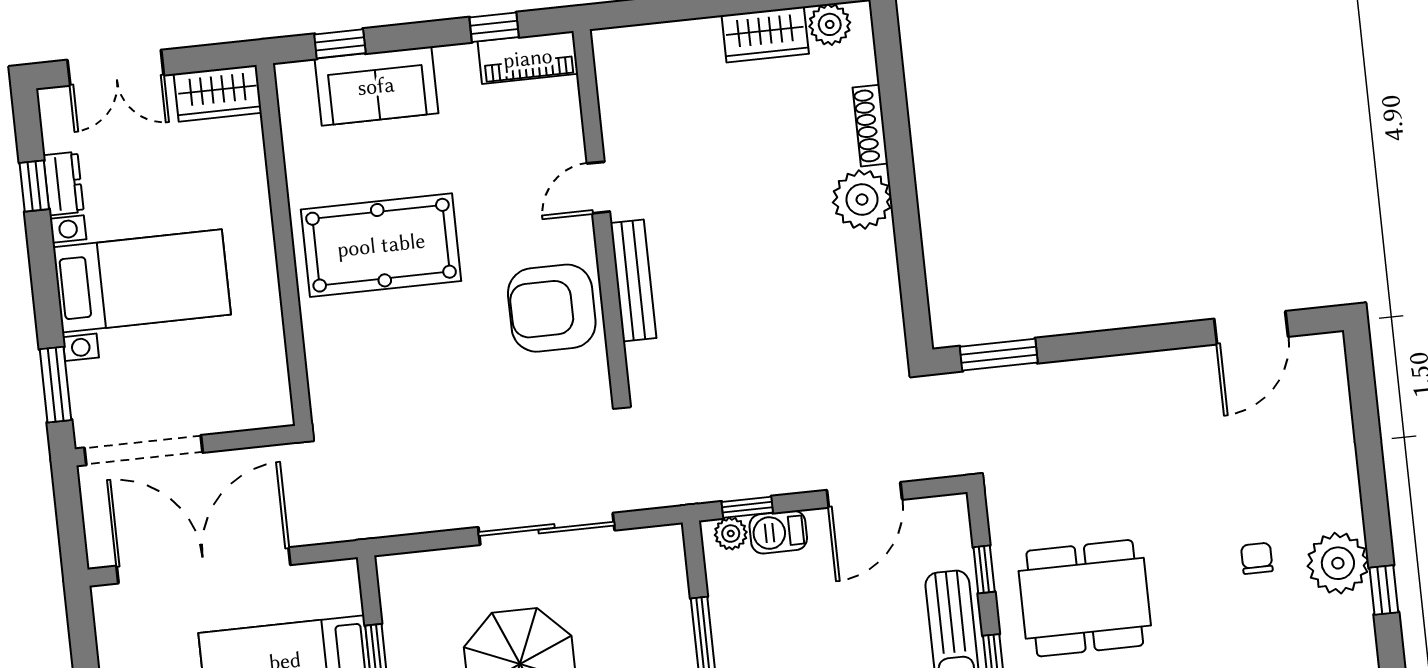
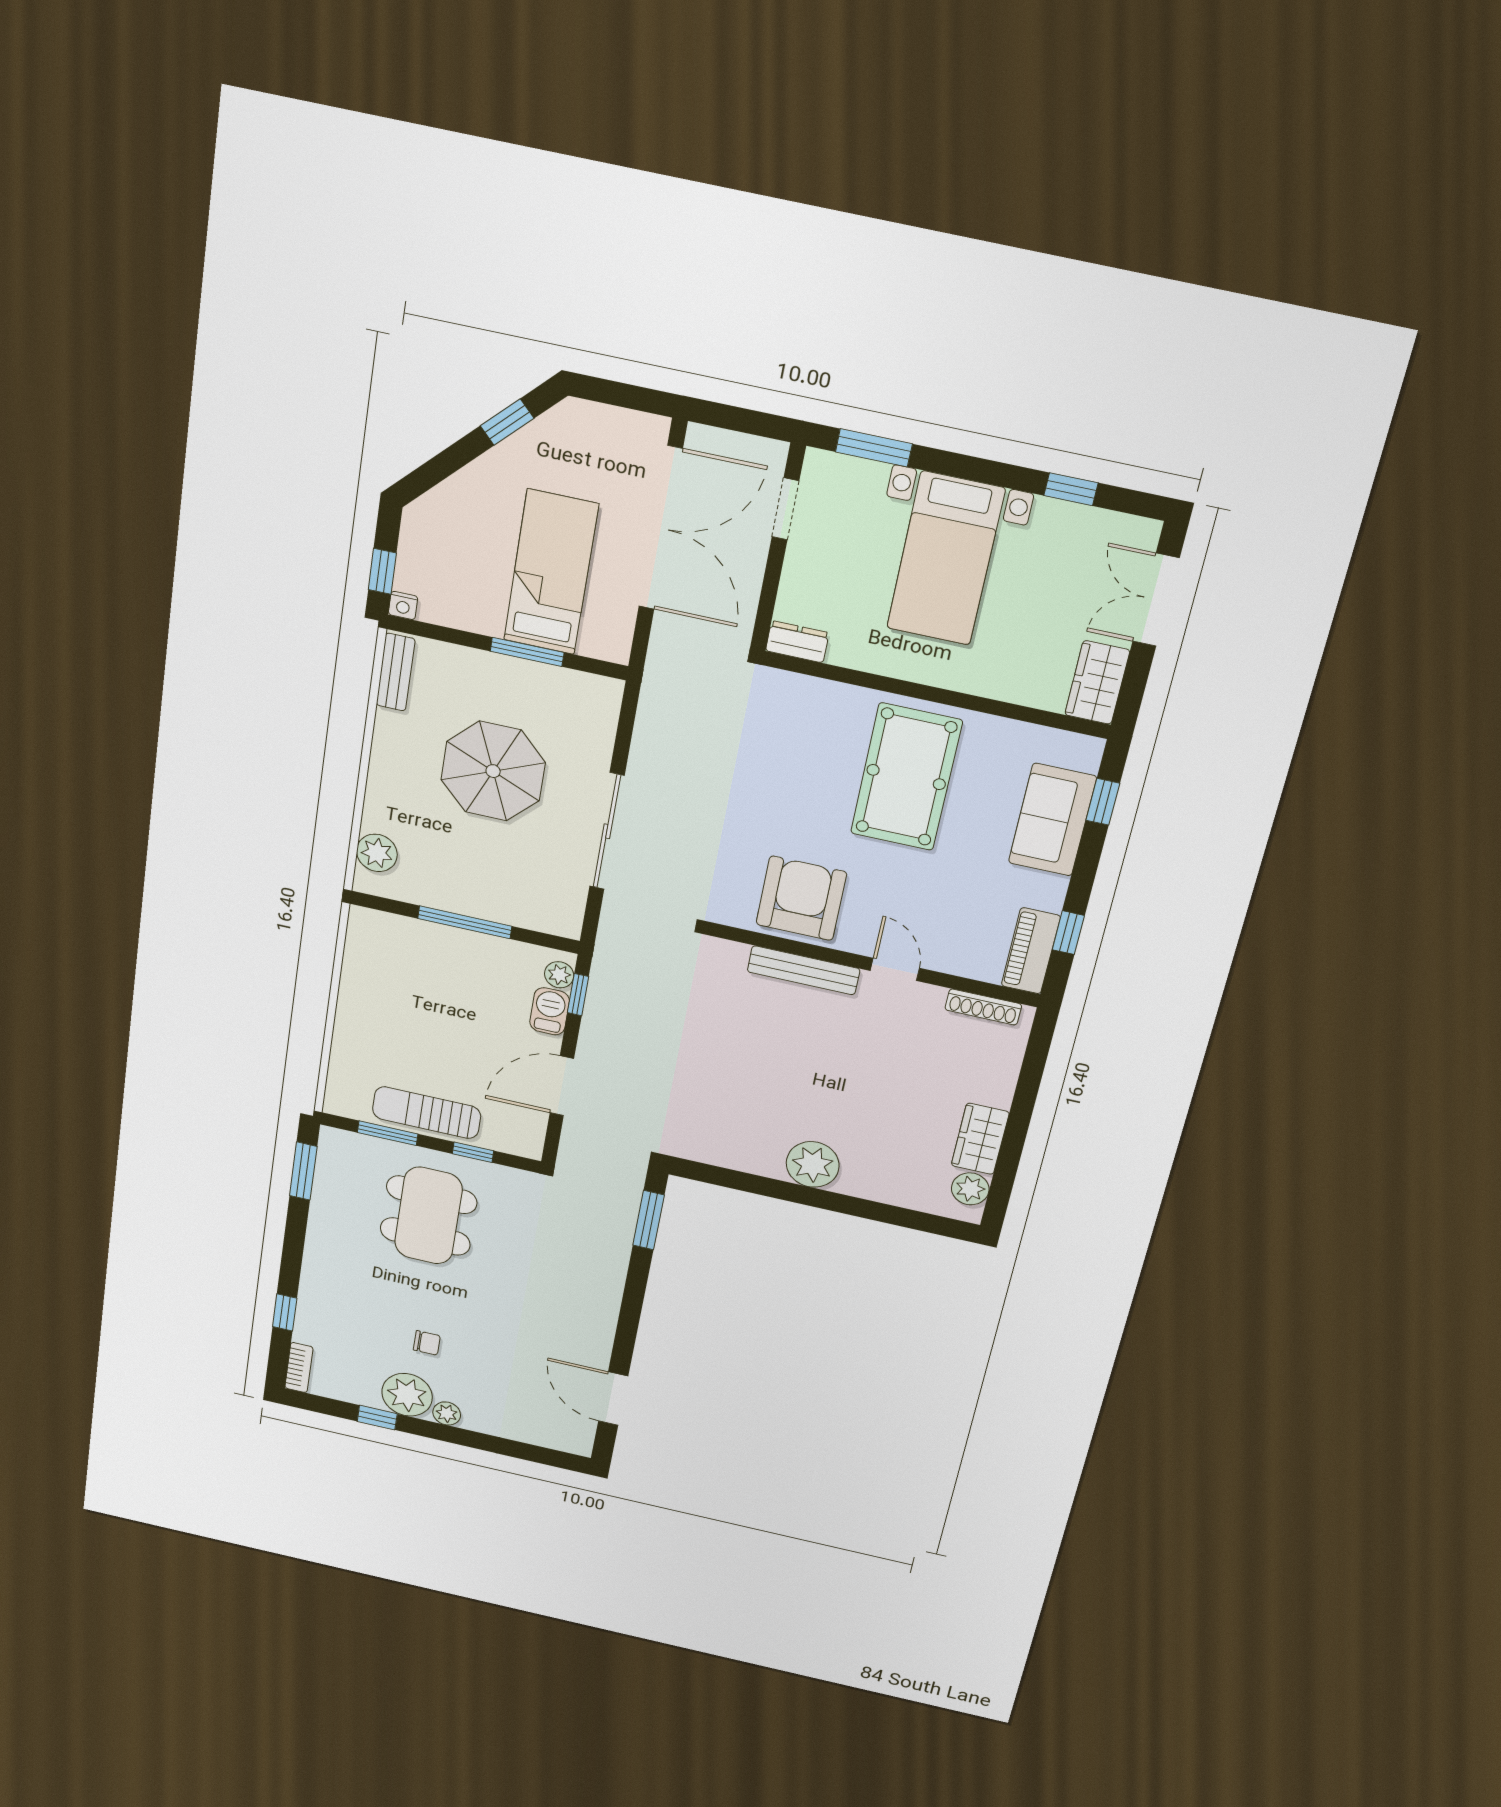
shoe rack: (870, 126) -> (983, 1007), moved, turned 180
dresser: (63, 183) -> (797, 642), moved, turned 180
doorway: (143, 450) -> (786, 509), width x0.53
door: (864, 495) -> (562, 1086), hinge flipped
plant: (1346, 511) -> (447, 1413), added

